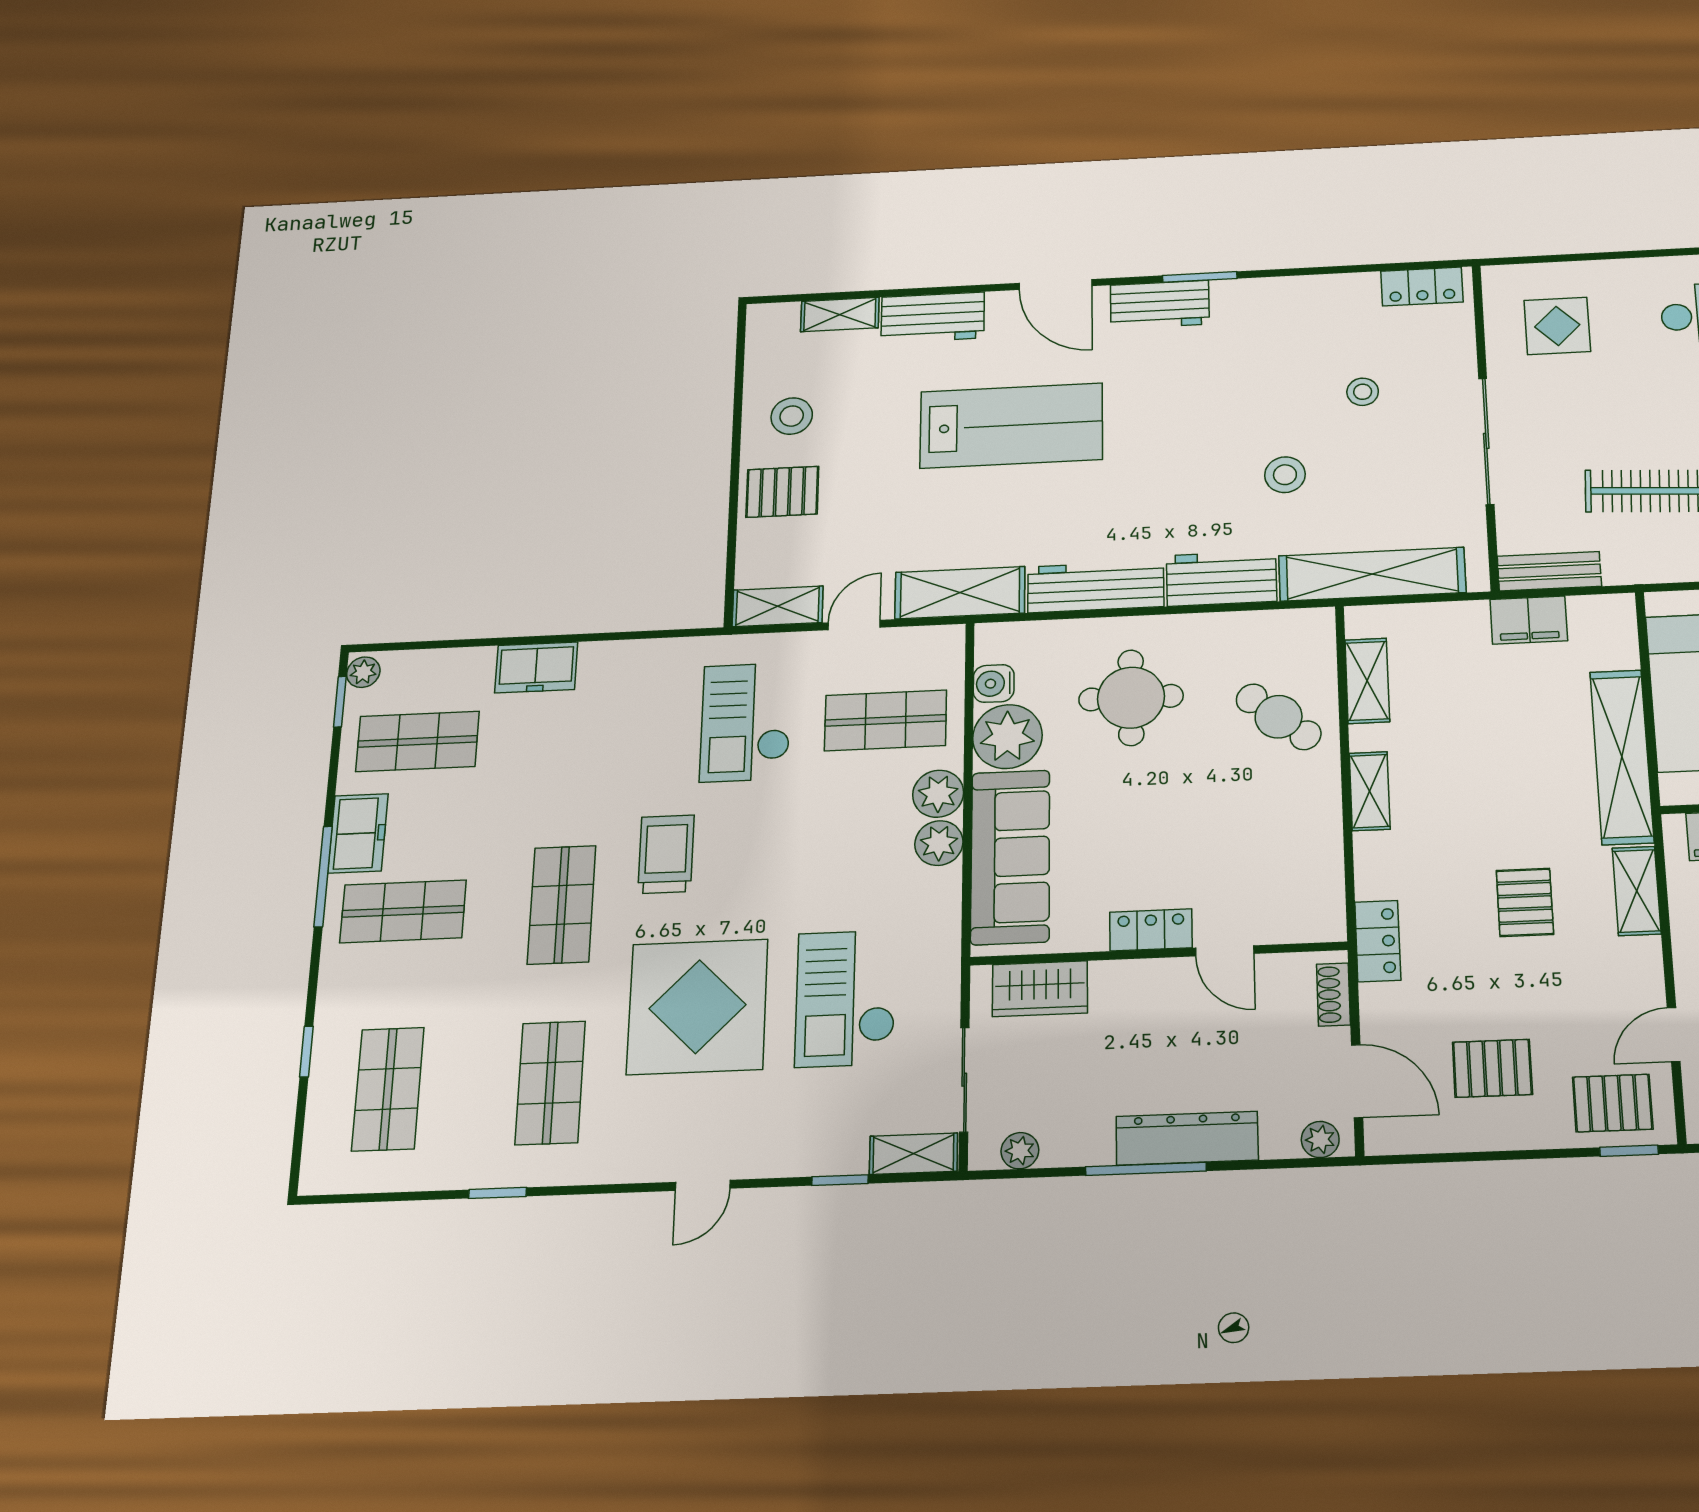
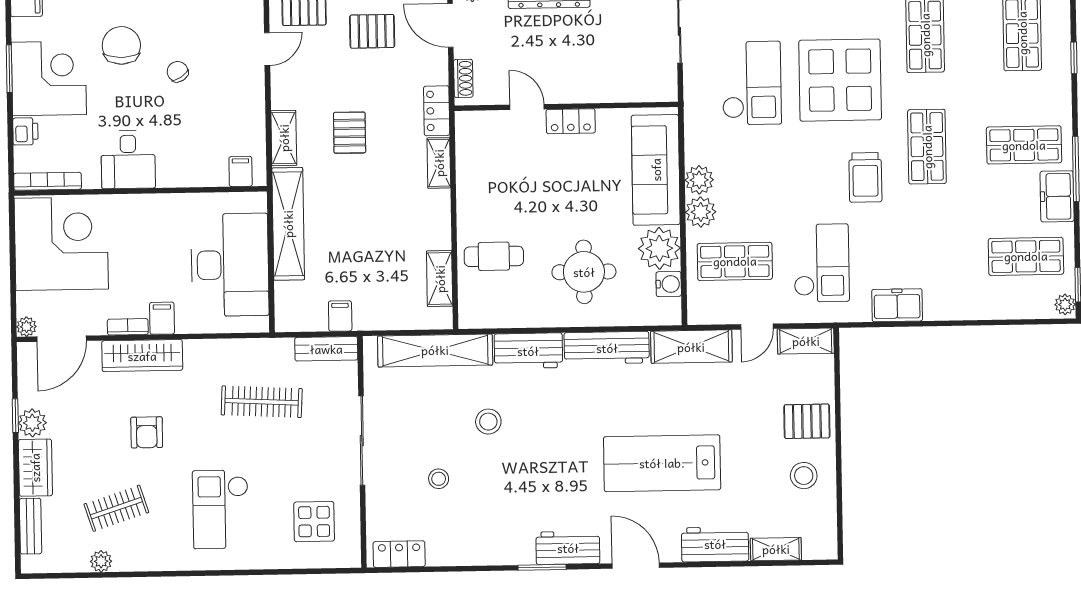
filing cabinet: (1529, 620) -> (340, 316), width x0.50
freezer: (536, 667) -> (897, 305), moved
cafe table: (1279, 717) -> (494, 256), turned -39
shelving: (1370, 791) -> (439, 163), moved
wardrobe: (1040, 989) -> (636, 86), removed

